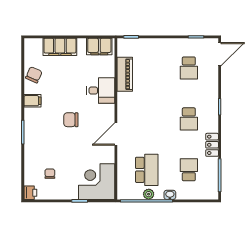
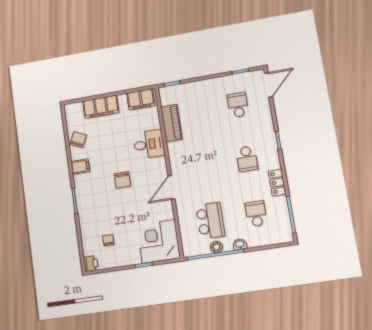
school desk: (189, 68) -> (238, 105), turned 180
chair: (71, 120) -> (122, 180), turned -90

